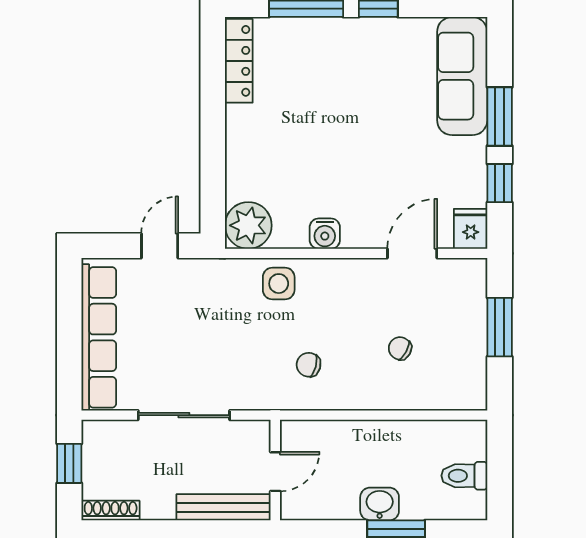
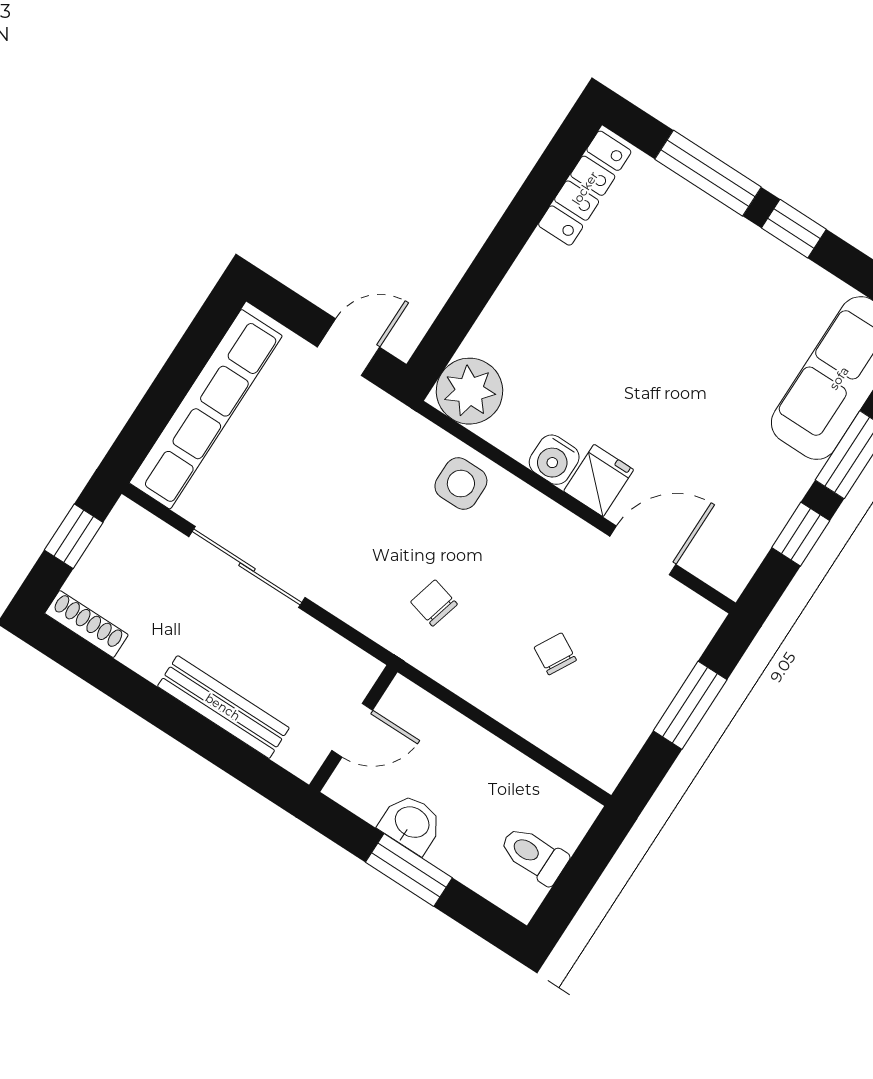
fridge: (471, 229) -> (599, 480), moved
wall: (275, 470) -> (353, 728), moved
door: (275, 472) -> (352, 730), moved

